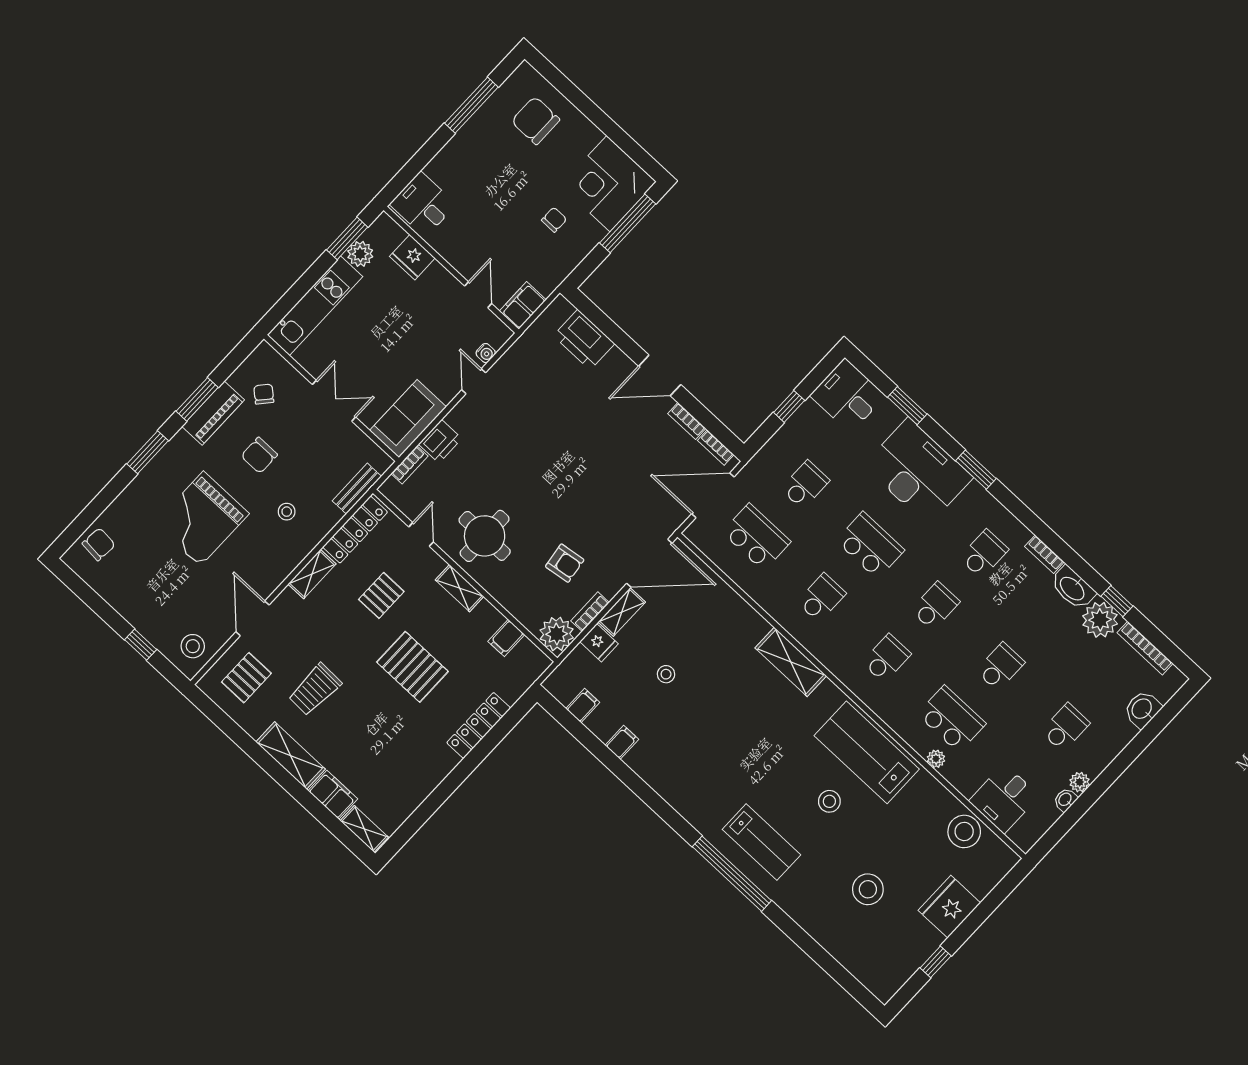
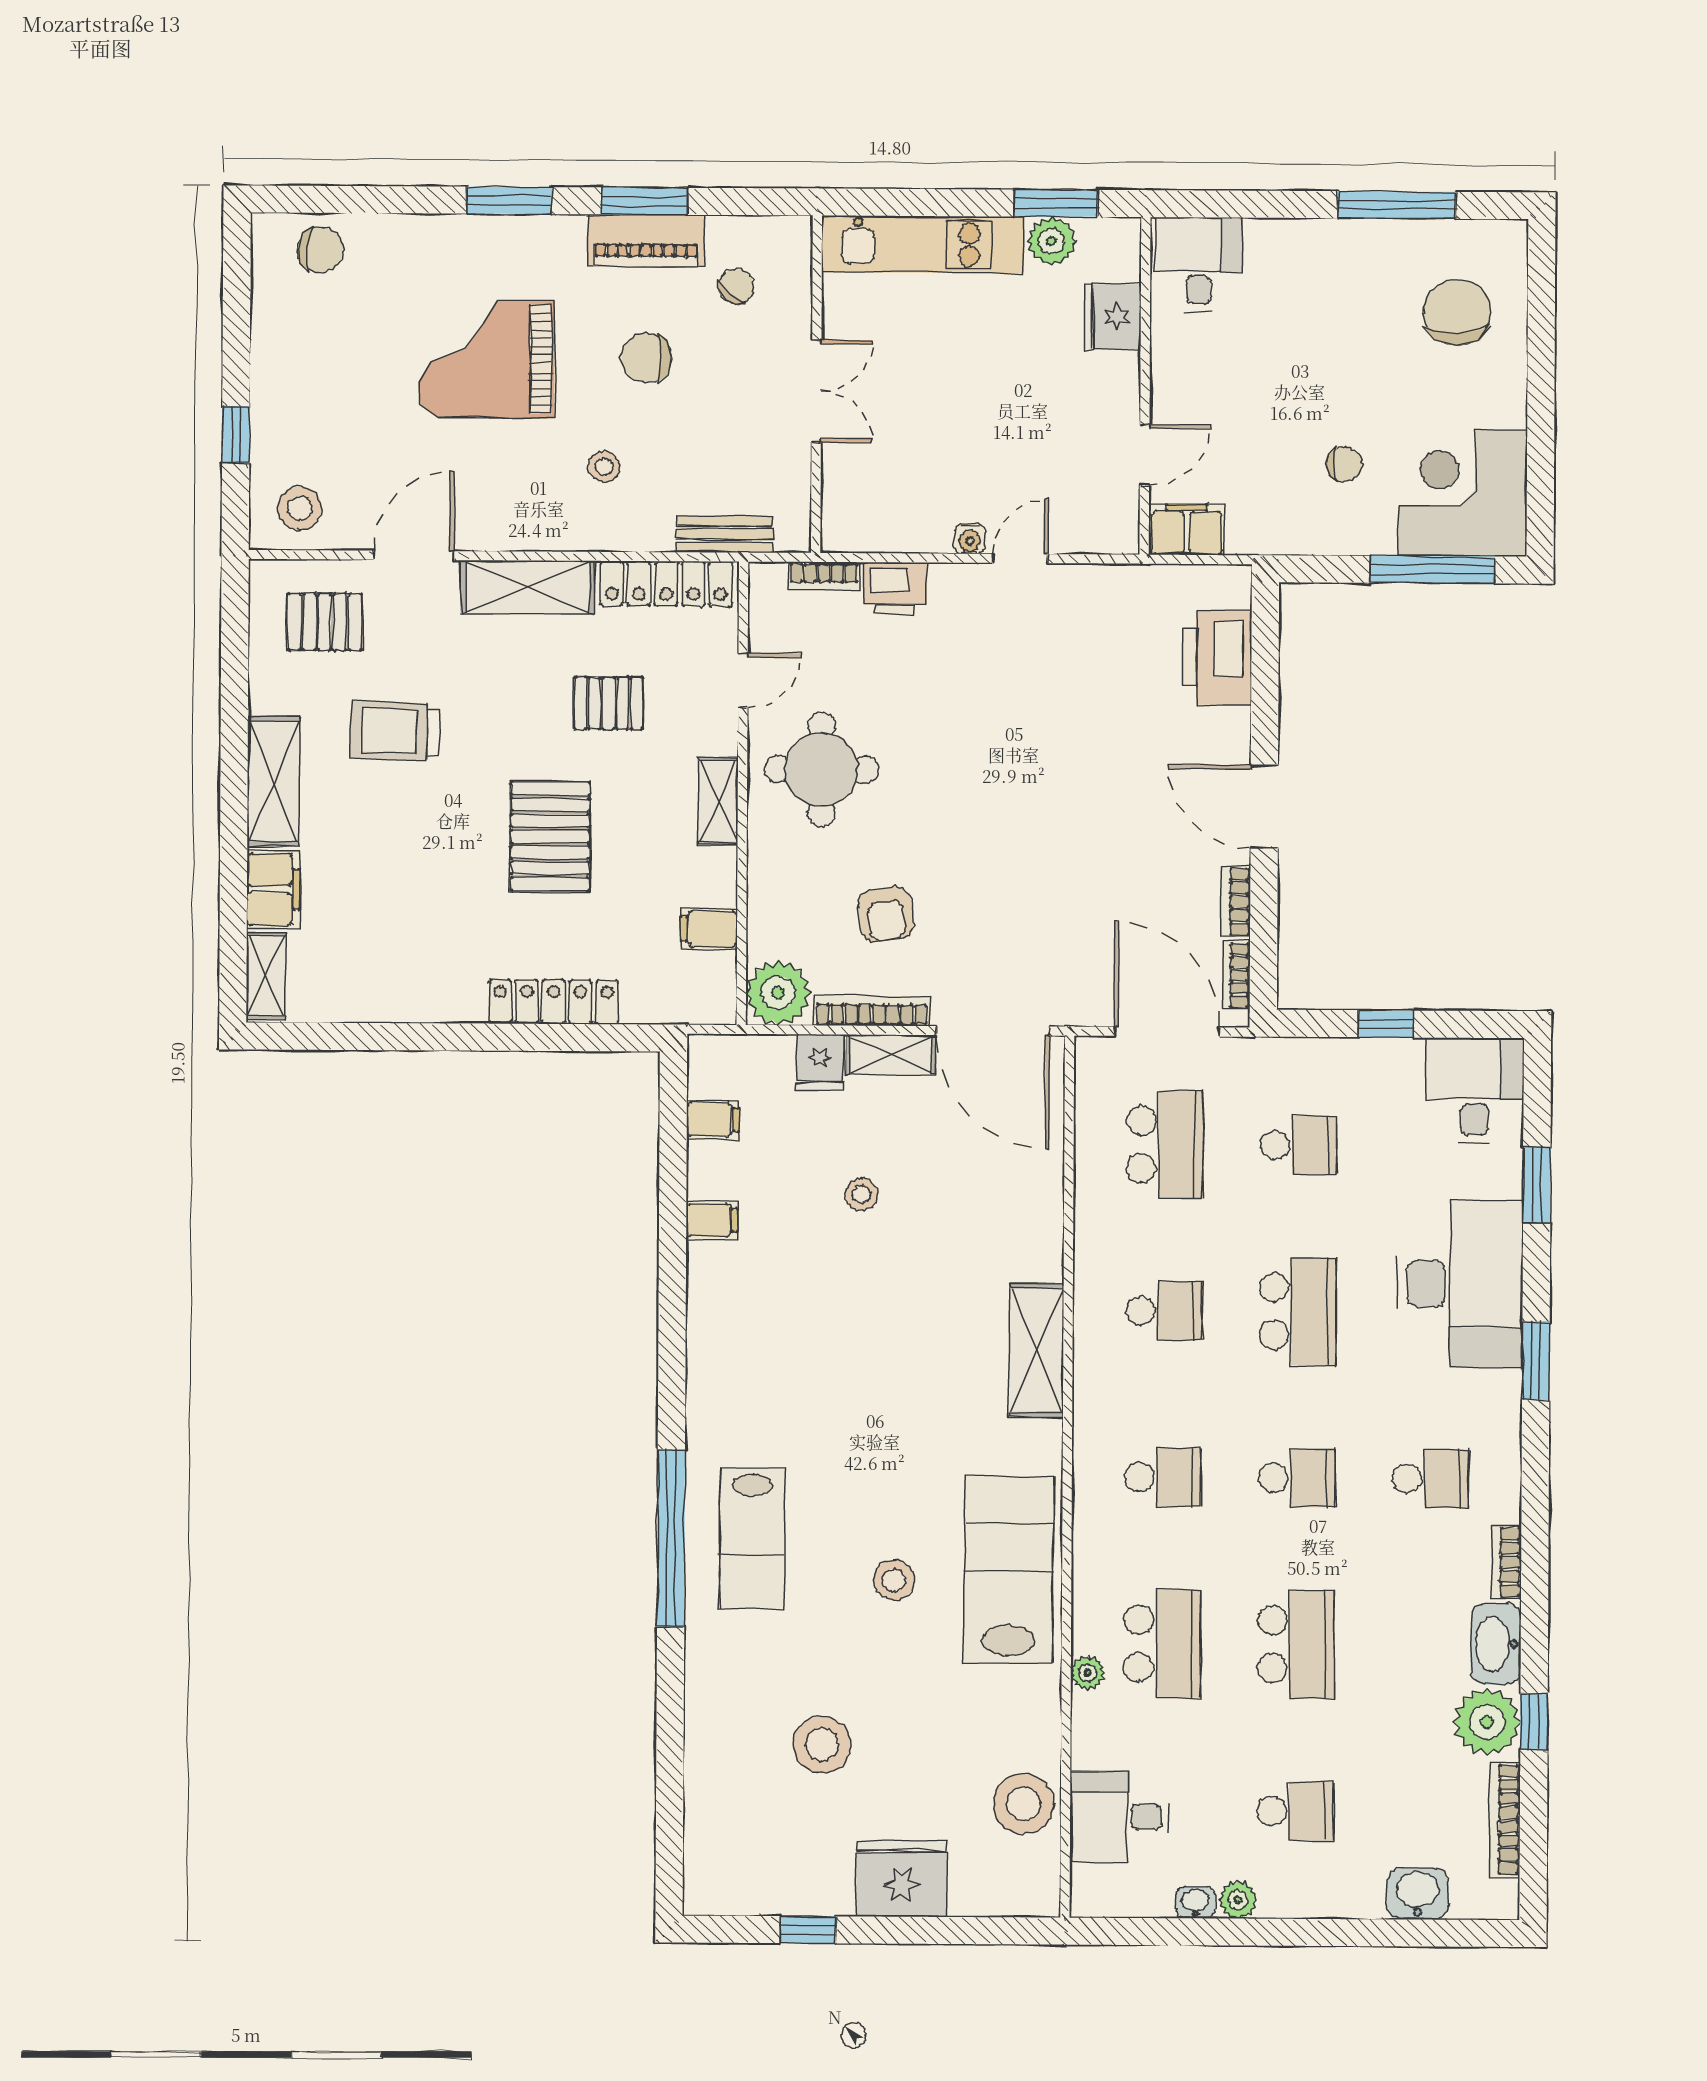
water cooler: (486, 353) -> (970, 539), moved
sofa: (408, 419) -> (886, 516), removed
shelving: (312, 574) -> (528, 587), width x1.50, depth x1.33
bookcase: (590, 612) -> (872, 1011), width x1.56
school desk: (1000, 667) -> (1296, 1644), width x1.85

